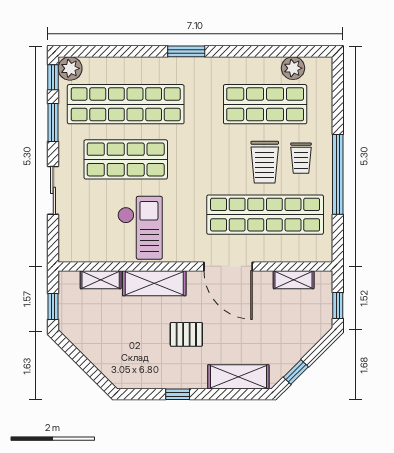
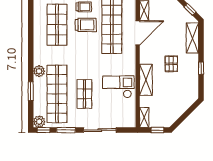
window: (186, 51) -> (31, 91), moved
plant: (293, 68) -> (39, 71), moved
shop shelf: (126, 159) -> (84, 94), width x0.70, depth x0.74
sliding door: (53, 190) -> (100, 130), width x1.37
door: (228, 266) -> (138, 33), moved
shelving: (101, 280) -> (144, 117), moved

